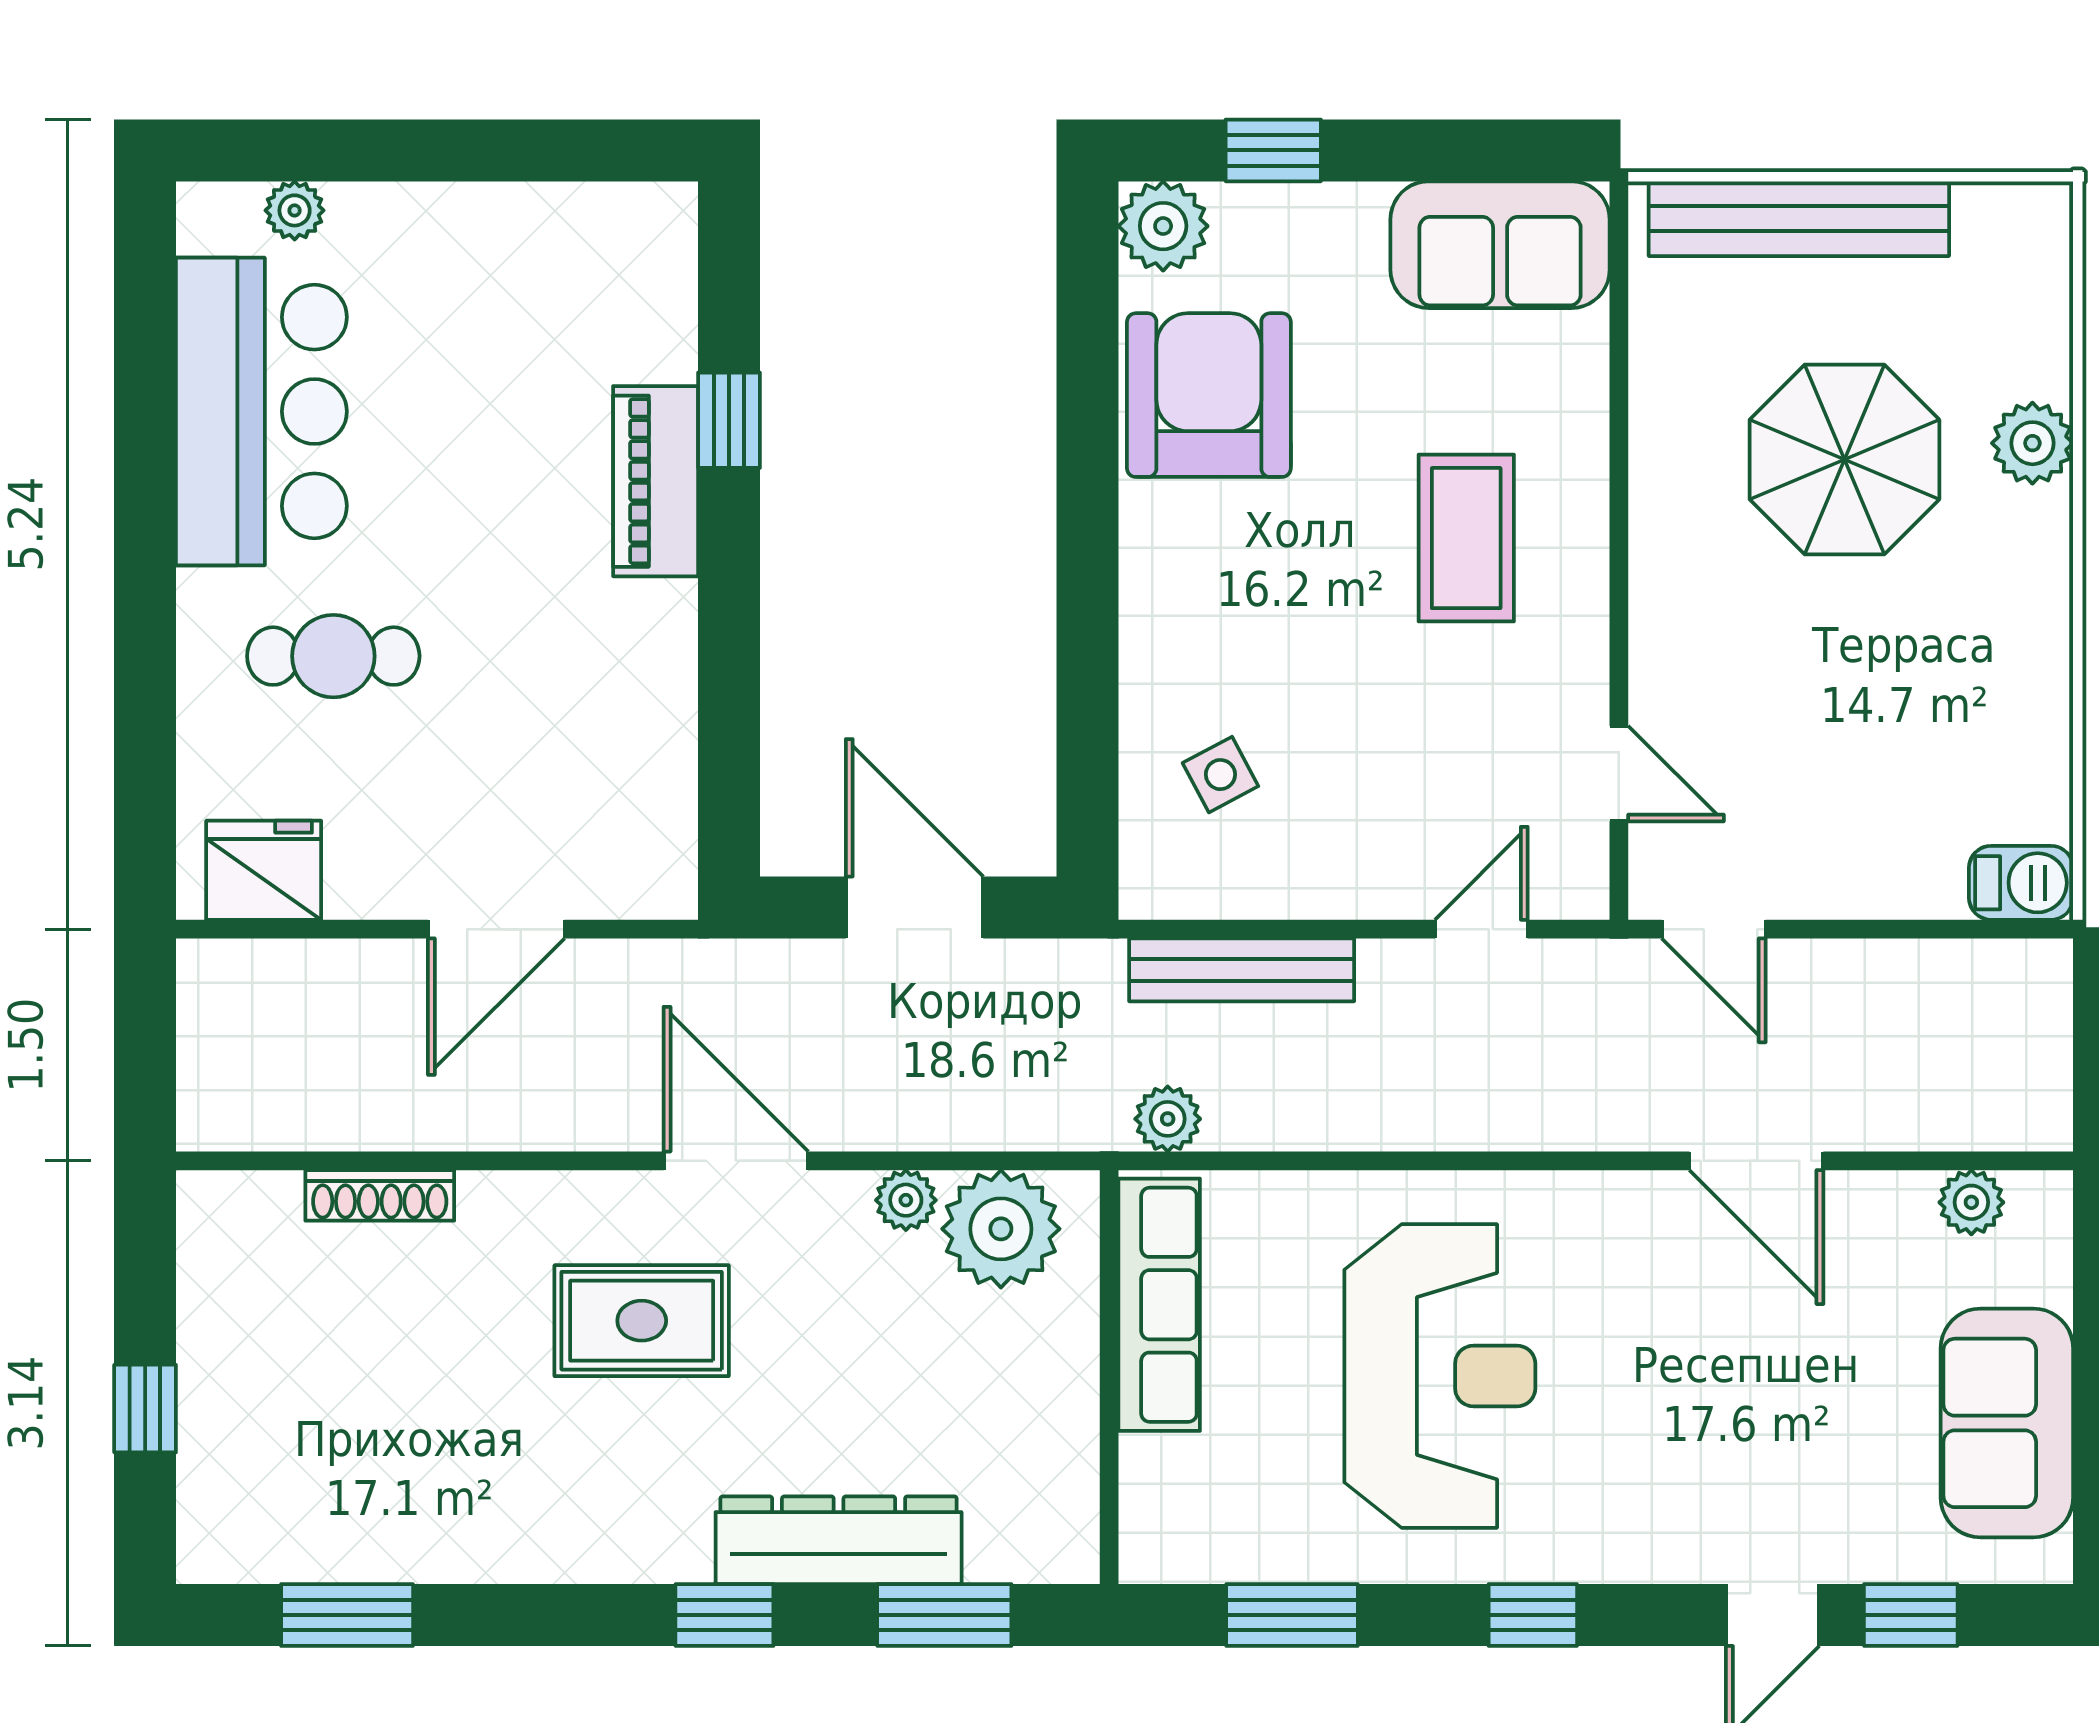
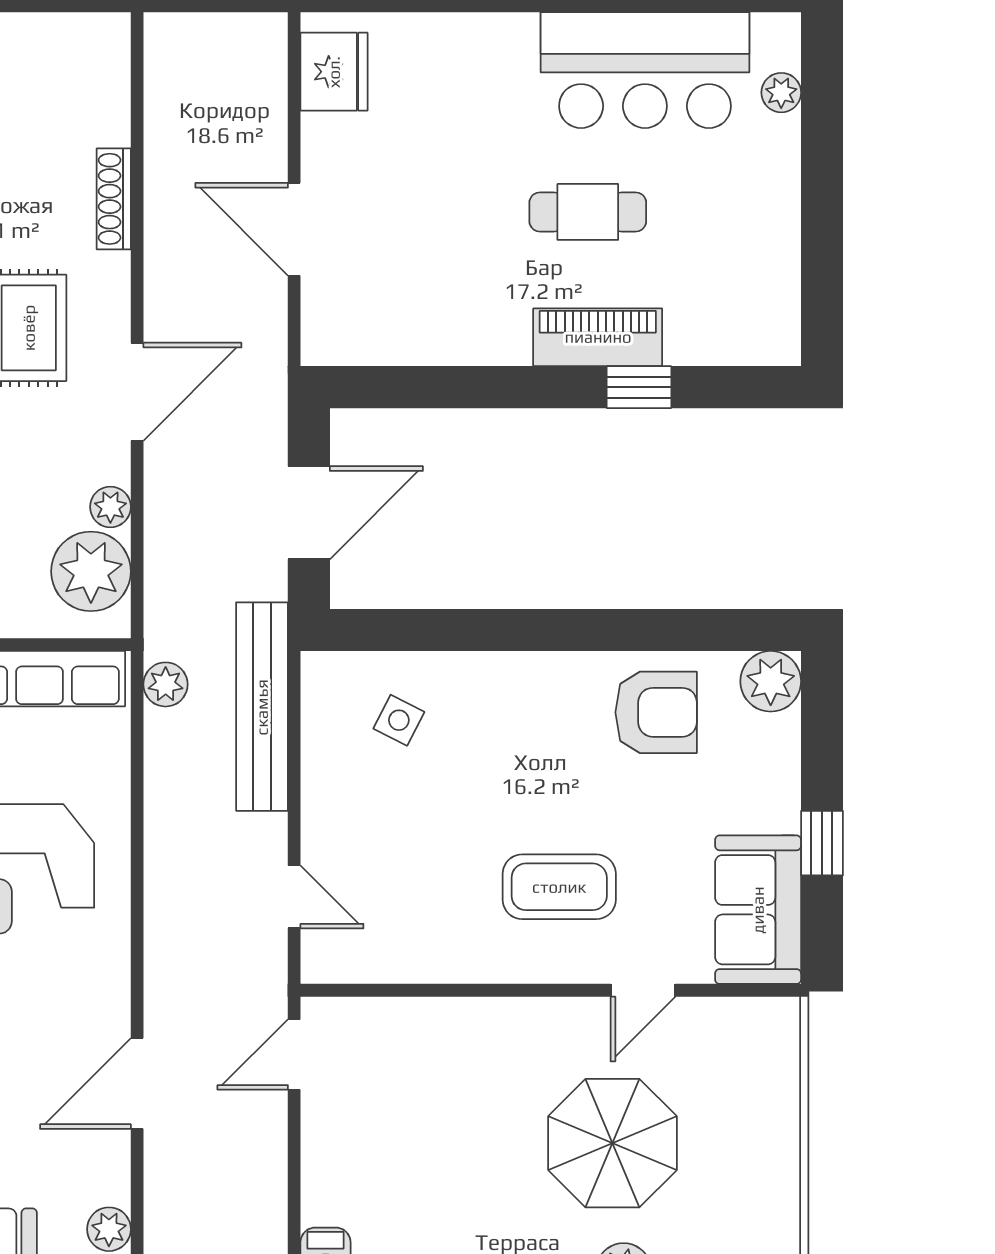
window: (1273, 150) -> (822, 843), moved
bench: (1799, 219) -> (776, 1112), removed
armchair: (1209, 395) -> (656, 712), width x0.73, depth x0.73
cafe table: (333, 656) -> (588, 212), moved, turned 90
door: (1619, 774) -> (643, 990), moved
side table: (1220, 775) -> (399, 720), turned -35
bench: (1242, 970) -> (262, 707), width x1.37, depth x1.21
shoe rack: (380, 1195) -> (114, 199), moved

